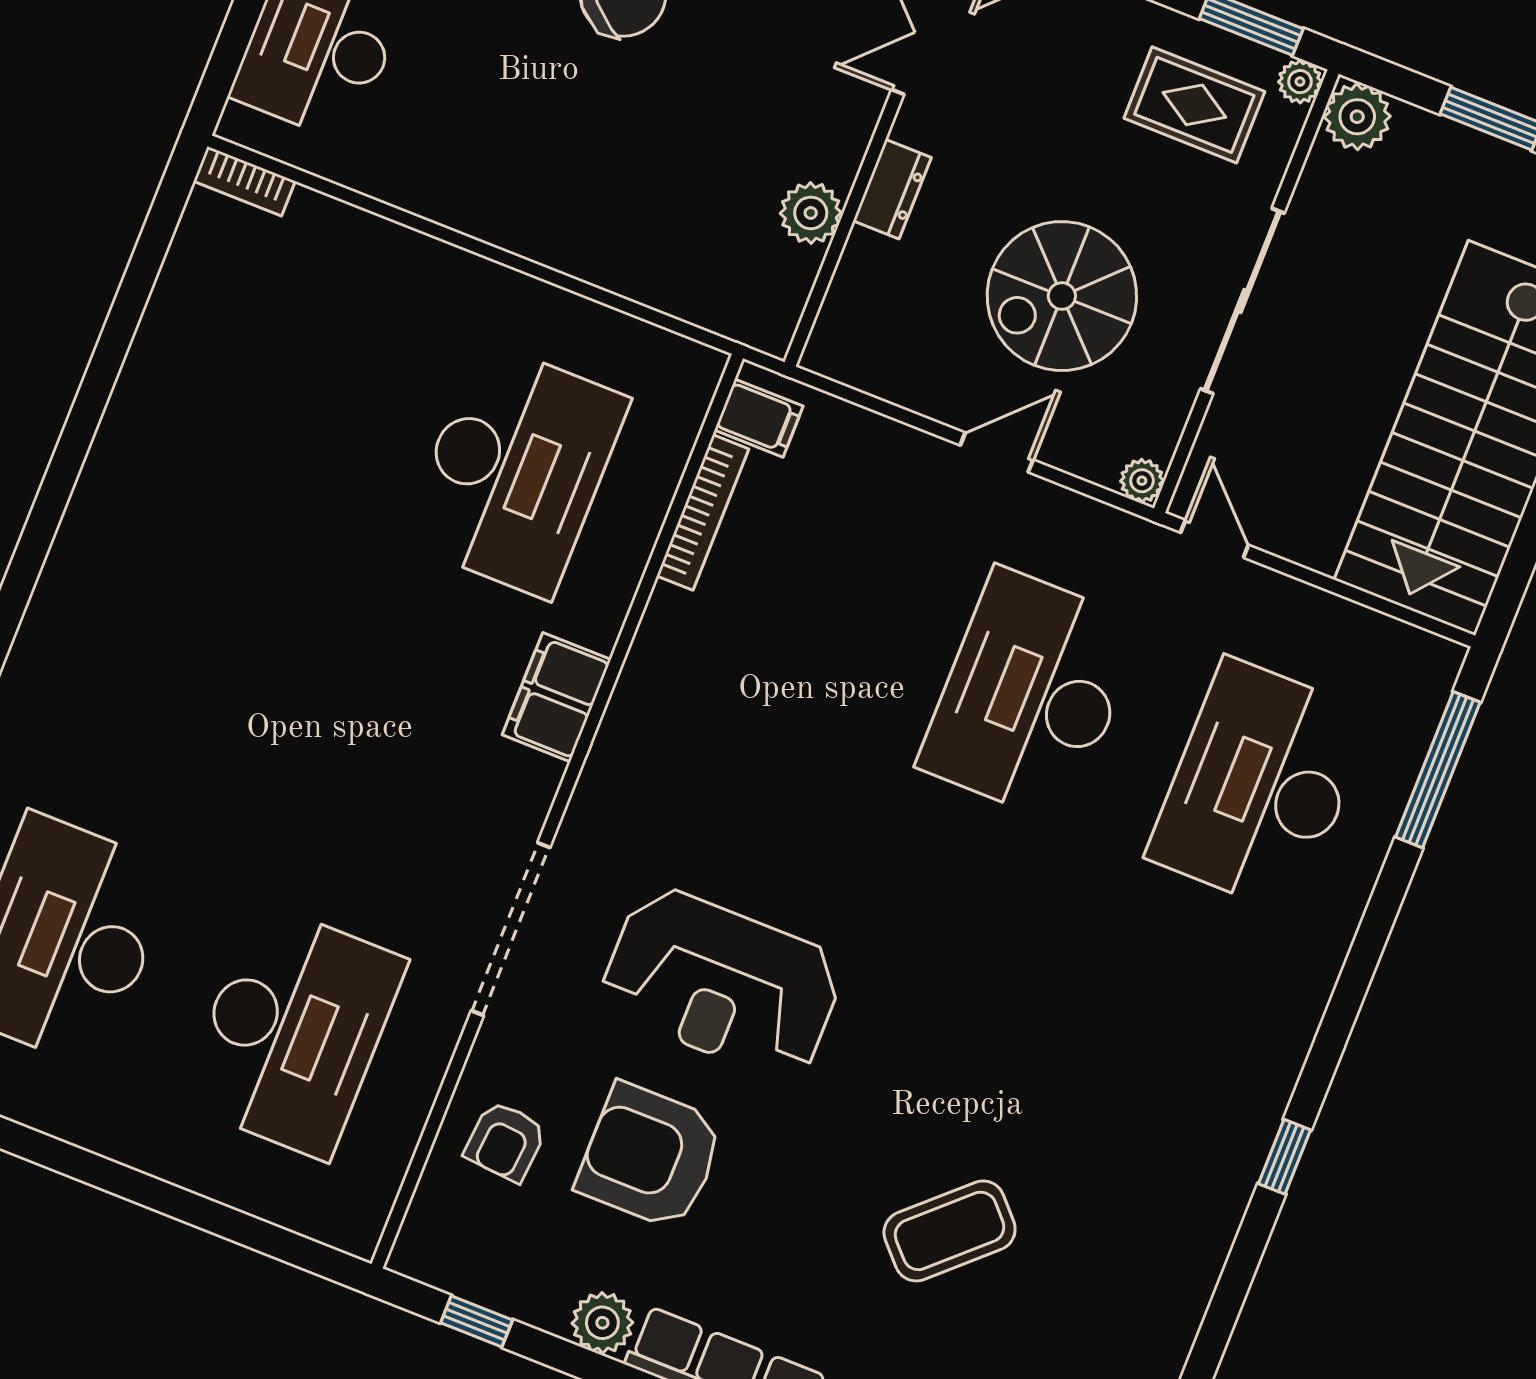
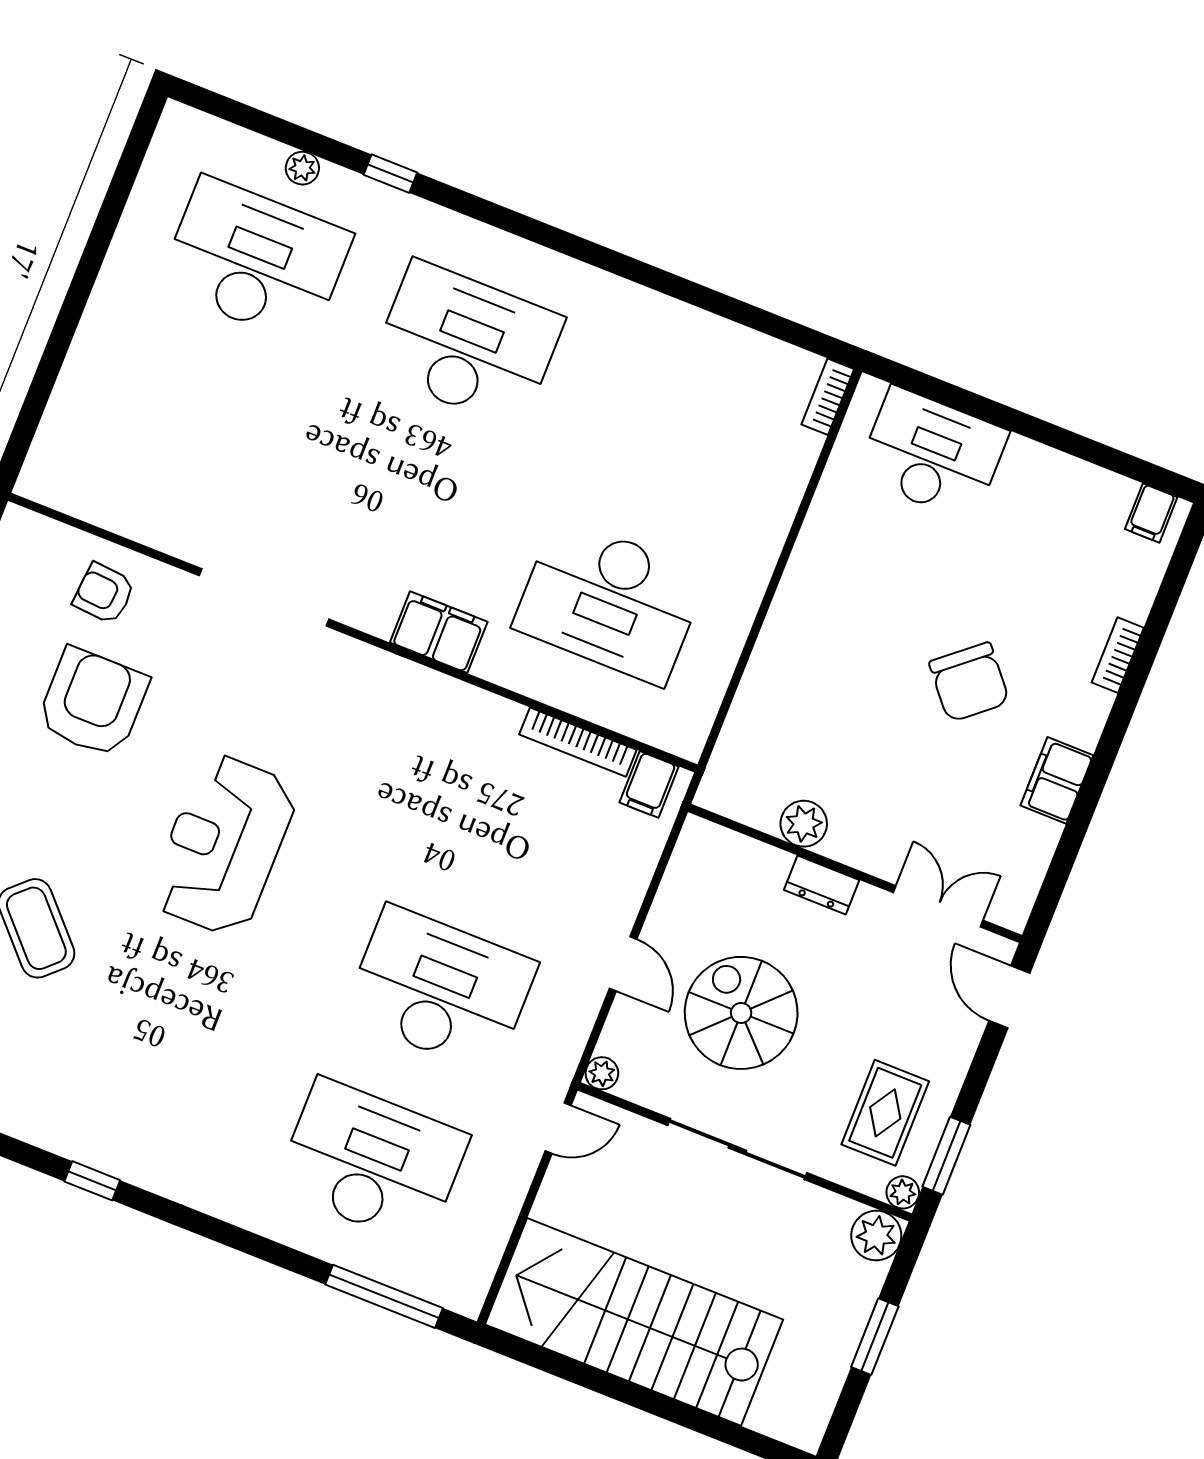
reception desk: (722, 983) -> (224, 845), moved
desk: (293, 1031) -> (467, 344), moved, turned 180

